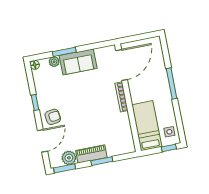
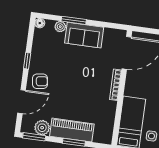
piano: (91, 154) -> (72, 130), width x1.37, depth x1.33

